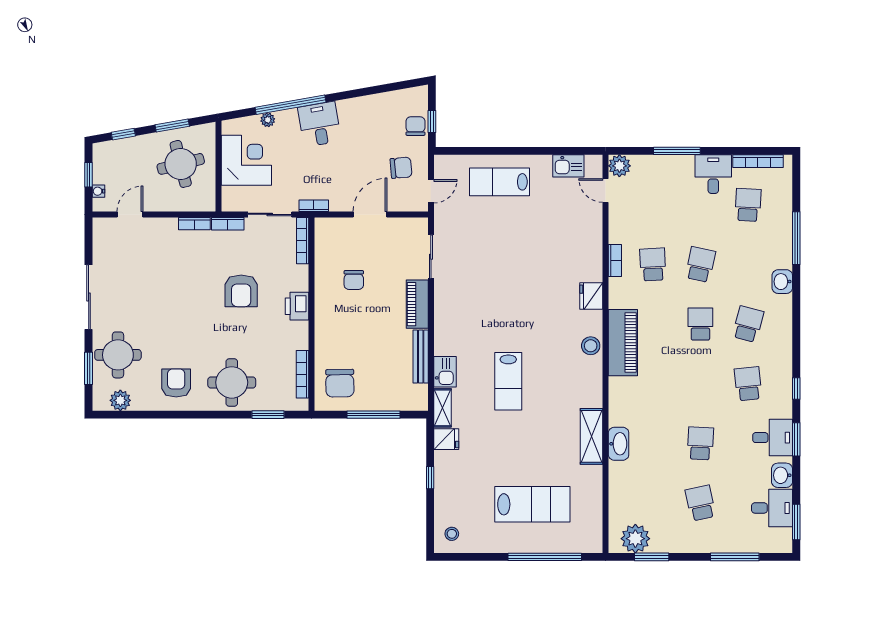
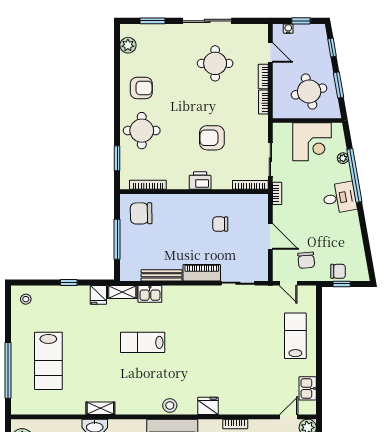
bookcase: (228, 224) -> (263, 76), moved
round table: (118, 355) -> (215, 63), moved
shelving: (591, 436) -> (100, 408), width x0.67, depth x0.75

